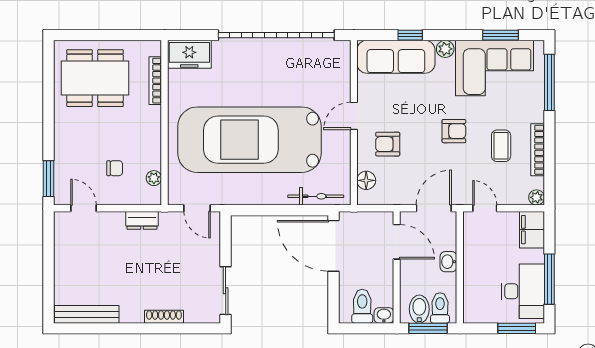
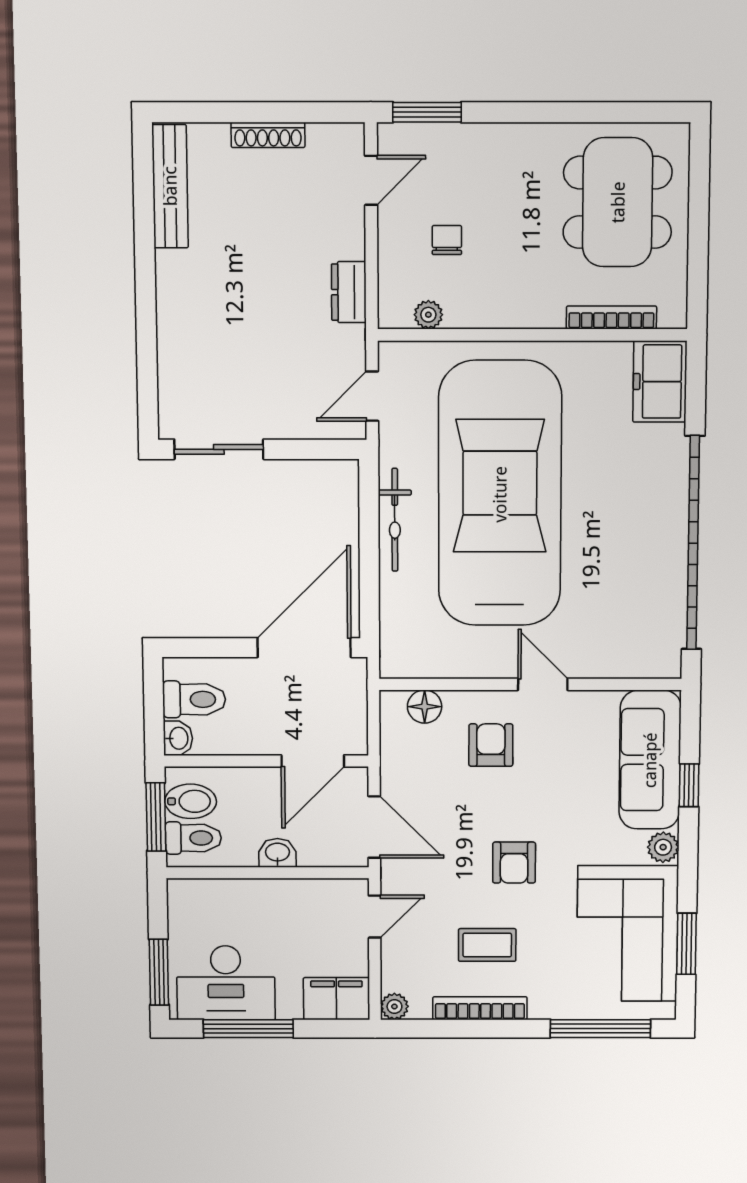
chair: (115, 168) -> (447, 240), turned 180
bicycle: (316, 196) -> (395, 520), moved
shoe rack: (164, 317) -> (268, 135), moved, turned 90

